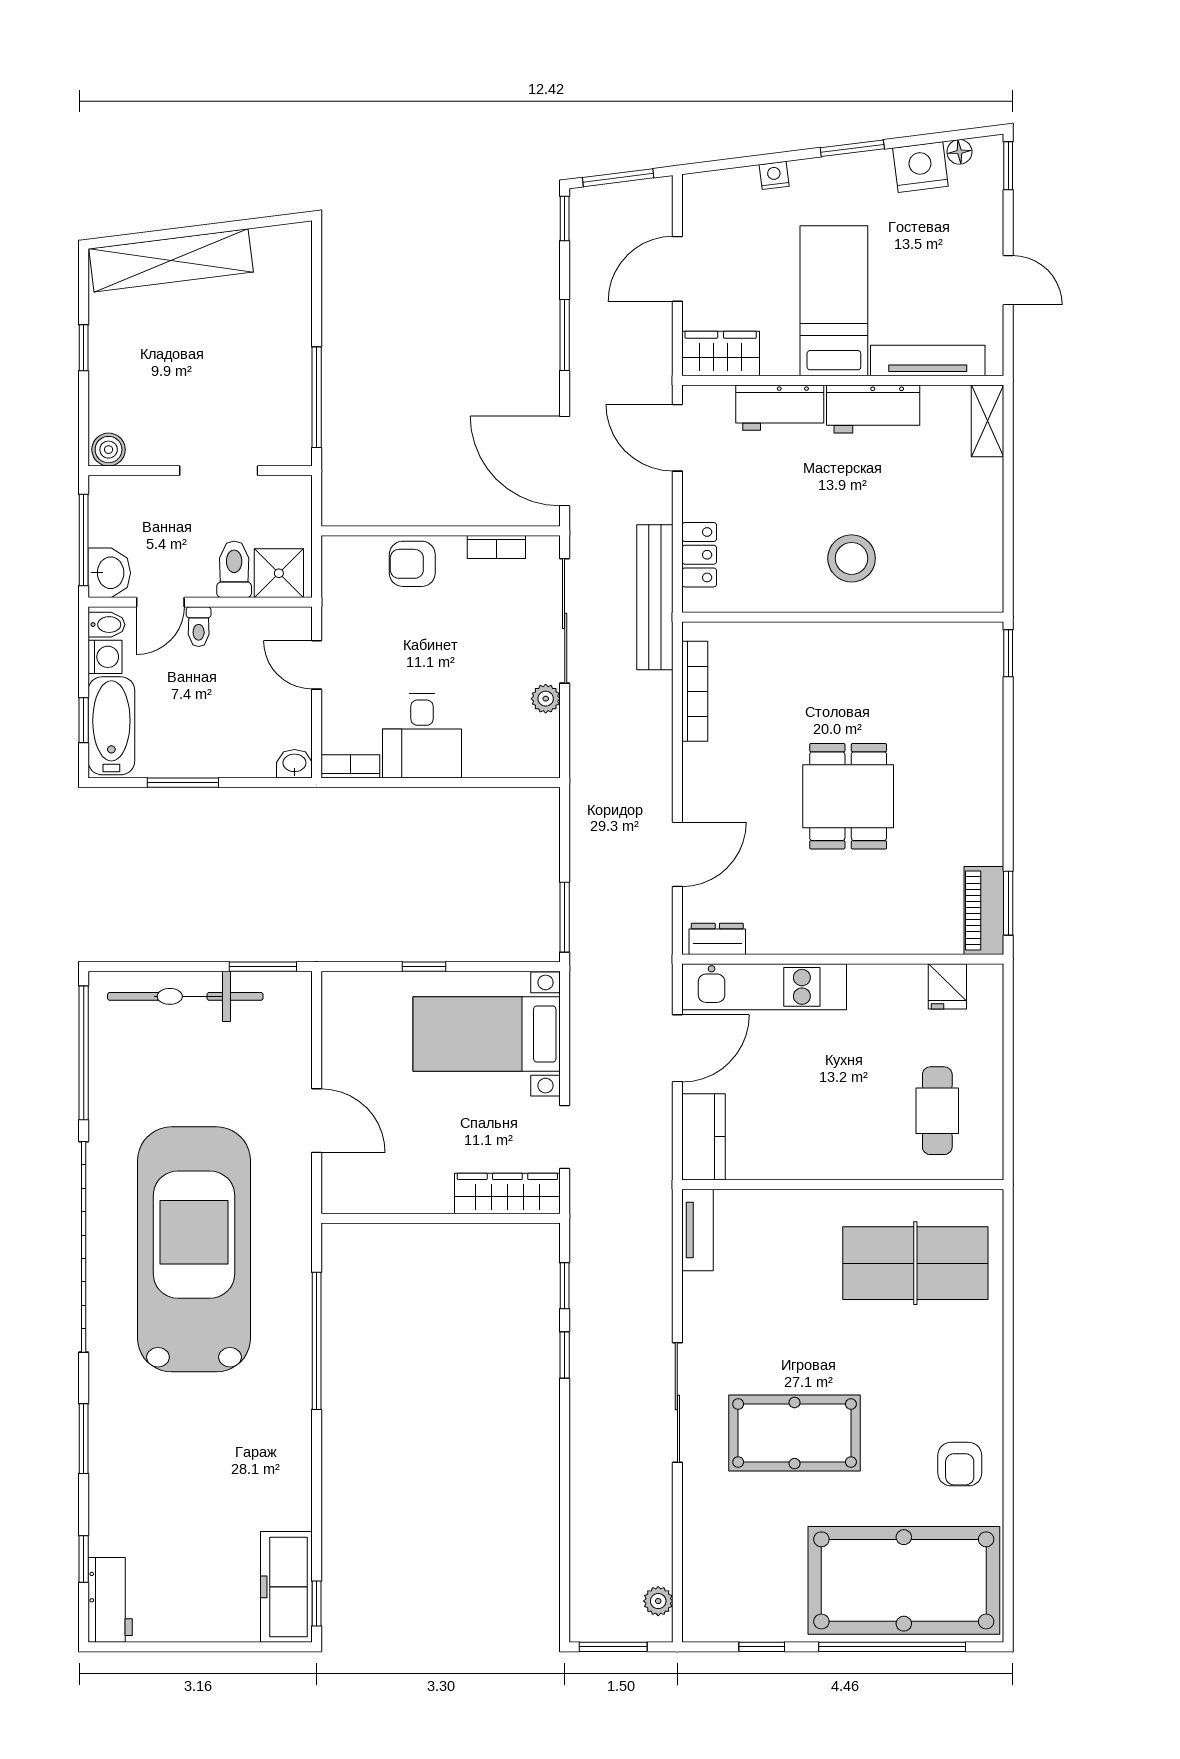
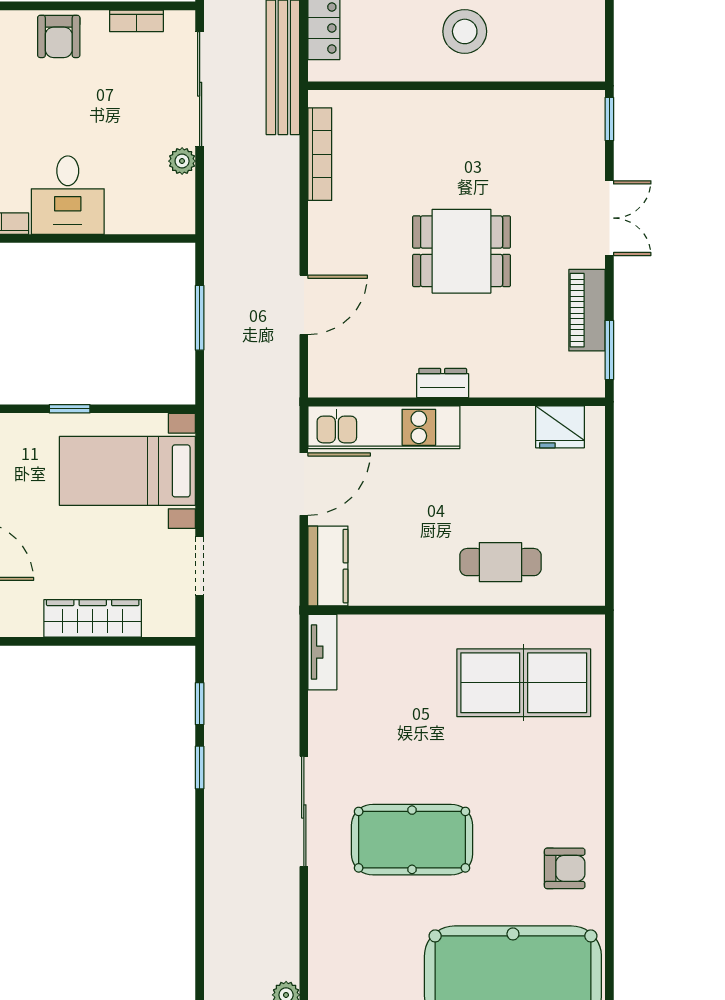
armchair: (412, 564) -> (59, 36), turned -90
double door: (1008, 760) -> (609, 218), added
dining table: (848, 796) -> (462, 251), turned 90
piano: (984, 911) -> (587, 310), moved
window: (565, 917) -> (200, 318), moved
dresser: (717, 939) -> (443, 383), moved
fridge: (947, 986) -> (560, 427), width x1.38
cafe table: (937, 1111) -> (500, 562), moved, turned 90
wardrobe: (507, 1194) -> (93, 618), moved
armchair: (960, 1464) -> (565, 868), turned -90

